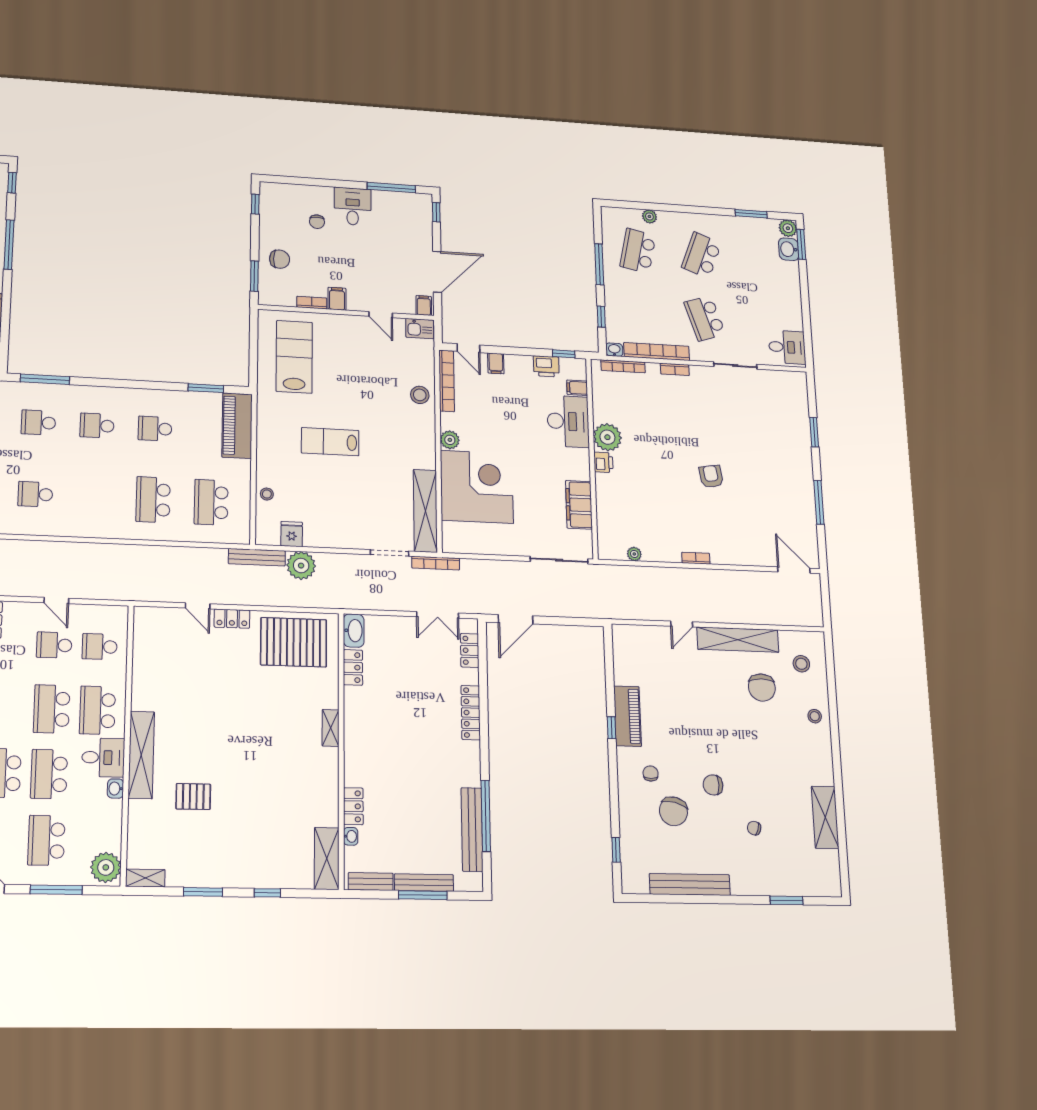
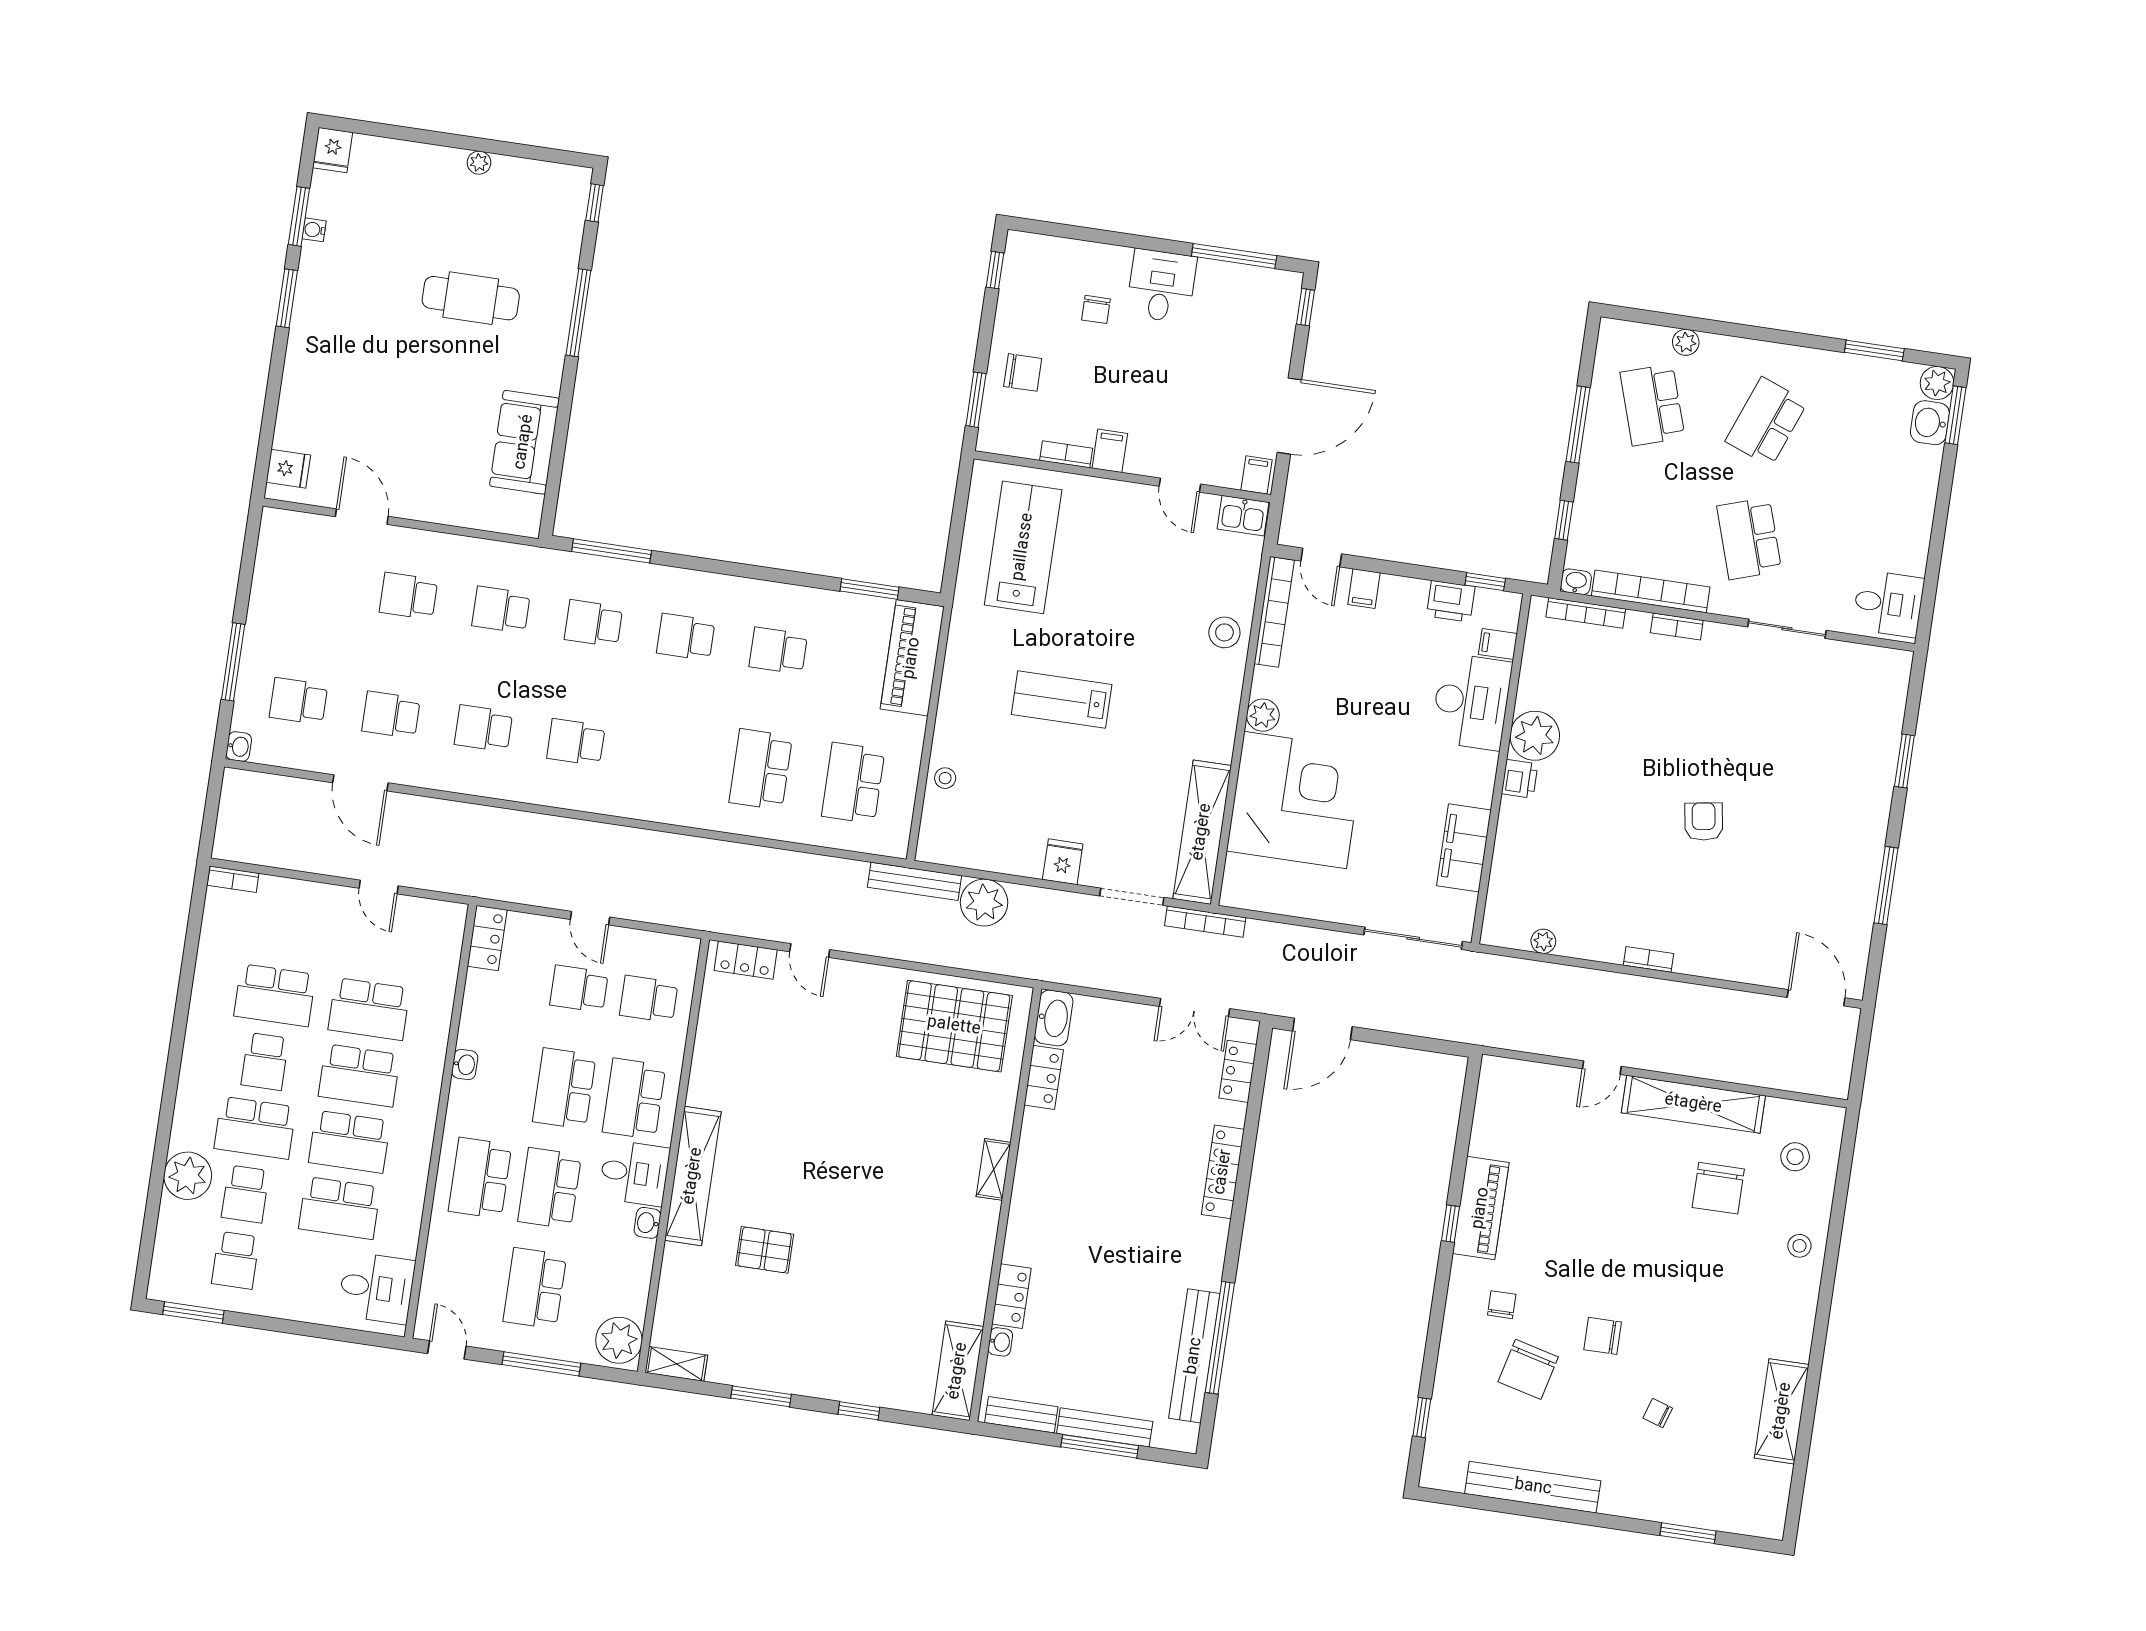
school desk: (638, 251) -> (1652, 405), turned -30
fridge: (292, 534) -> (1063, 862), moved
locker: (232, 619) -> (746, 960), moved

